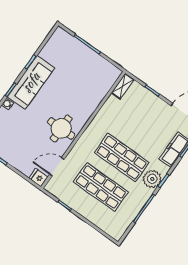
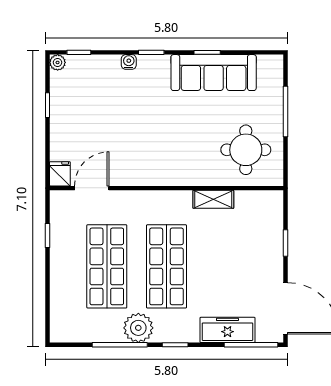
sofa: (31, 82) -> (214, 73), moved
shelving: (123, 86) -> (213, 199), moved
round table: (61, 128) -> (246, 150), moved
door: (57, 167) -> (92, 188), hinge flipped
plant: (152, 179) -> (138, 328), moved

